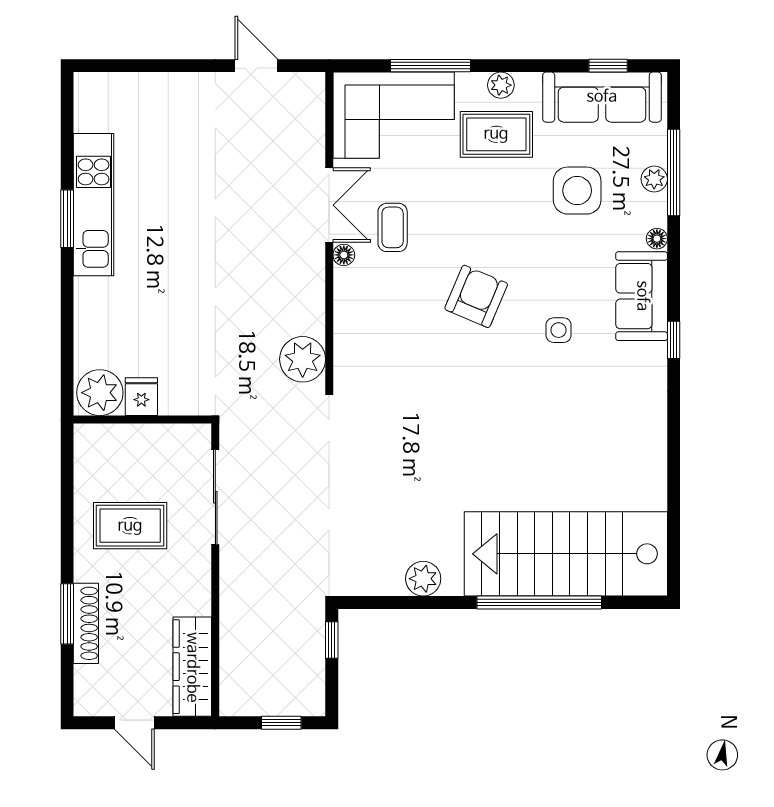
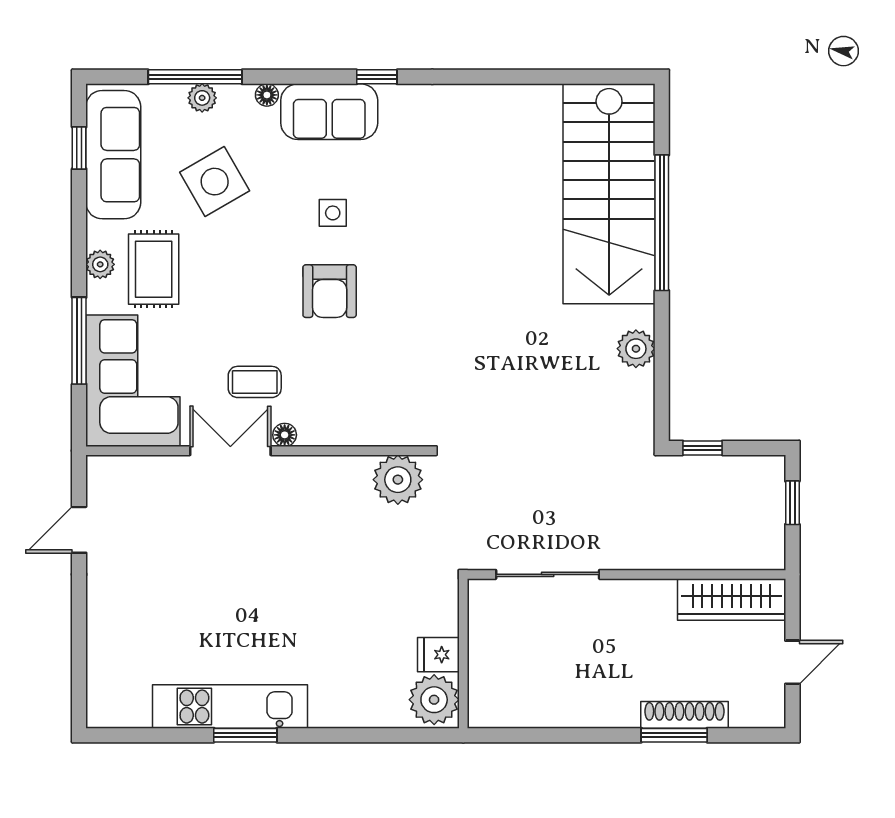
side table: (577, 191) -> (215, 182), turned -30
armchair: (476, 296) -> (330, 291), turned -113
side table: (559, 330) -> (333, 213), moved
rug: (130, 526) -> (578, 667), removed

